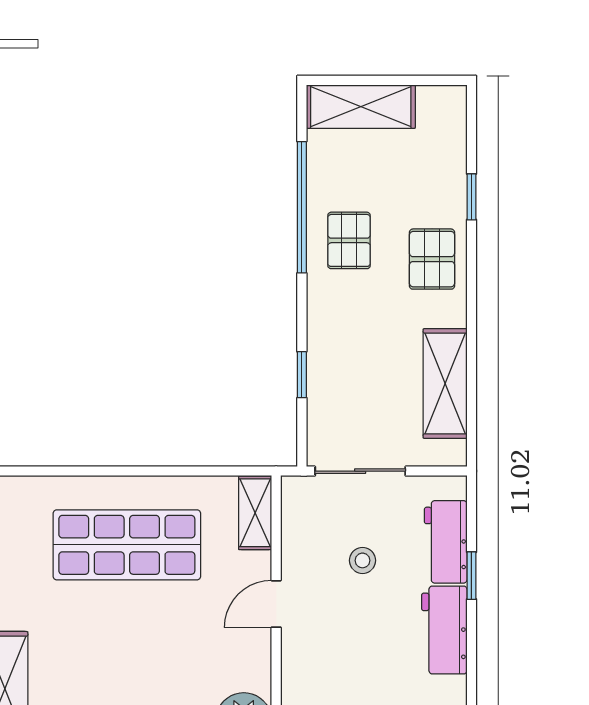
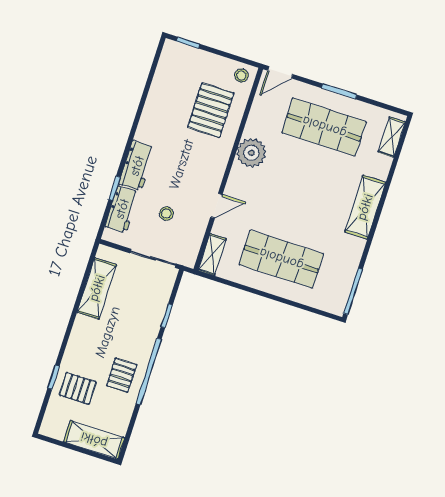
window: (302, 207) -> (149, 371), moved
pallet: (432, 259) -> (78, 388), moved, turned 90

